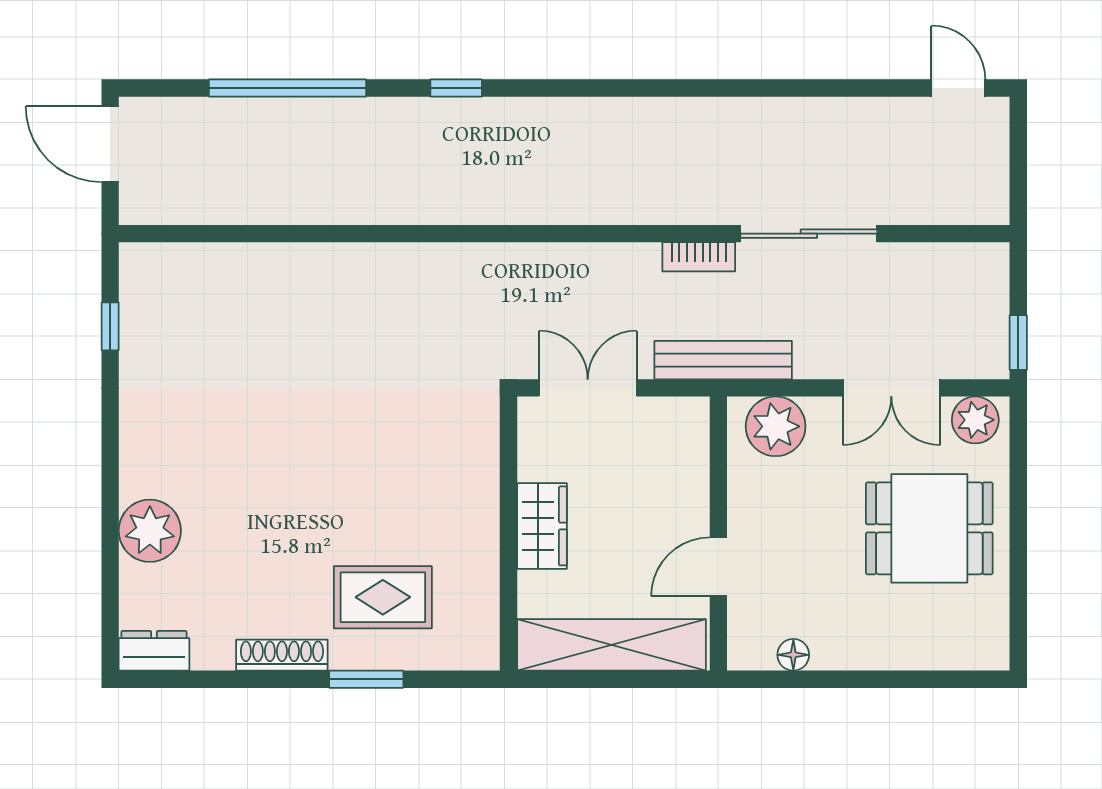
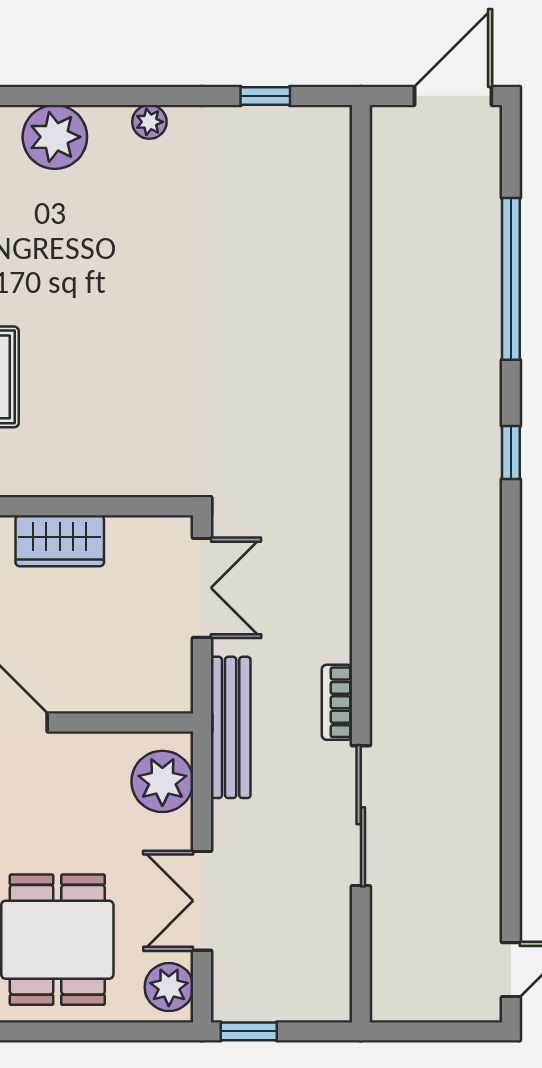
plant: (135, 439) -> (149, 122), added

